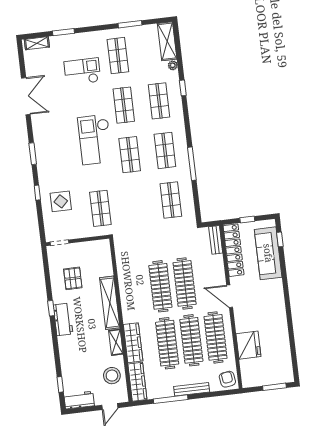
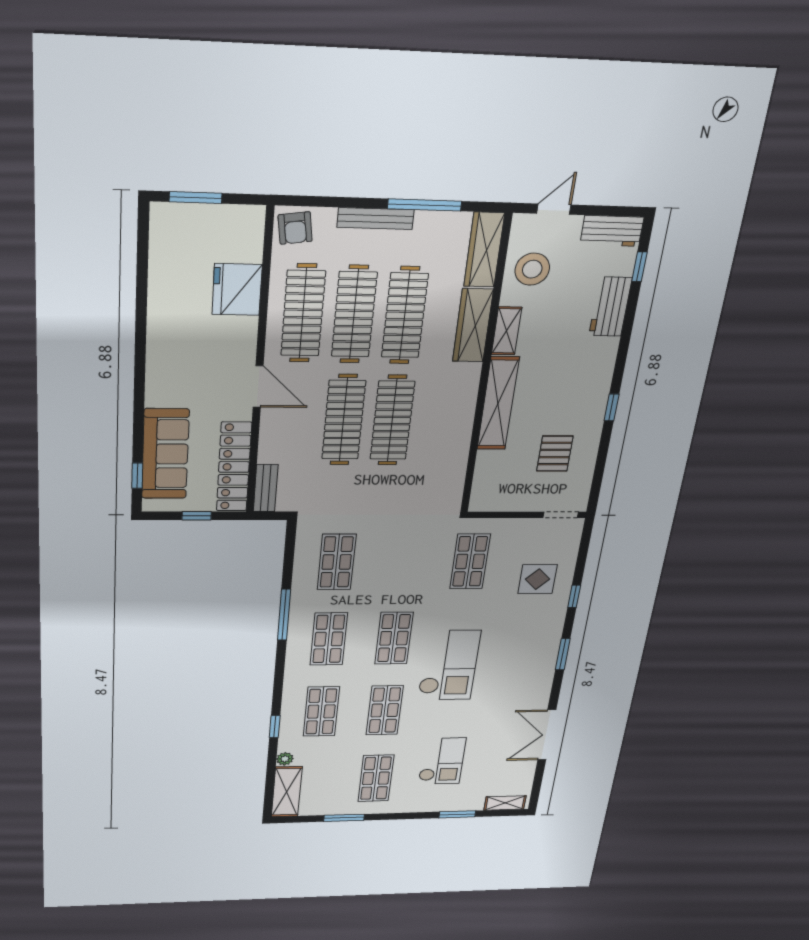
checkout: (82, 71) -> (442, 761), turned -90
workbench: (63, 319) -> (610, 307), moved

